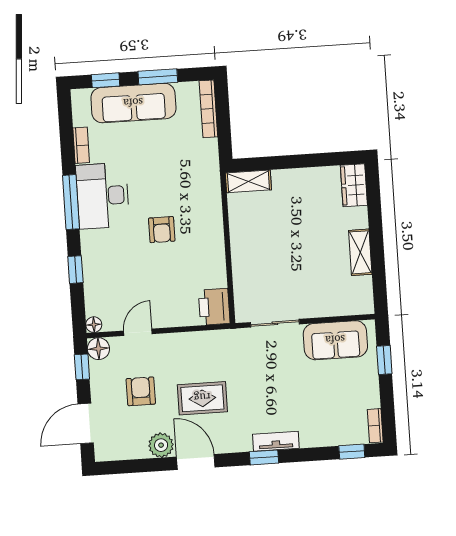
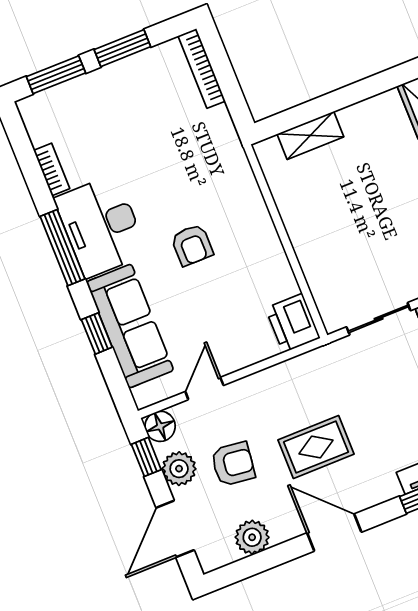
window: (106, 80) -> (56, 75), width x1.50
sofa: (133, 103) -> (130, 326), moved, turned -90
shelving: (248, 181) -> (310, 135), moved
floor lamp: (94, 325) -> (144, 397), removed
plant: (102, 382) -> (179, 469), added
armchair: (141, 391) -> (233, 464), turned 97
plant: (161, 445) -> (252, 537), moved

